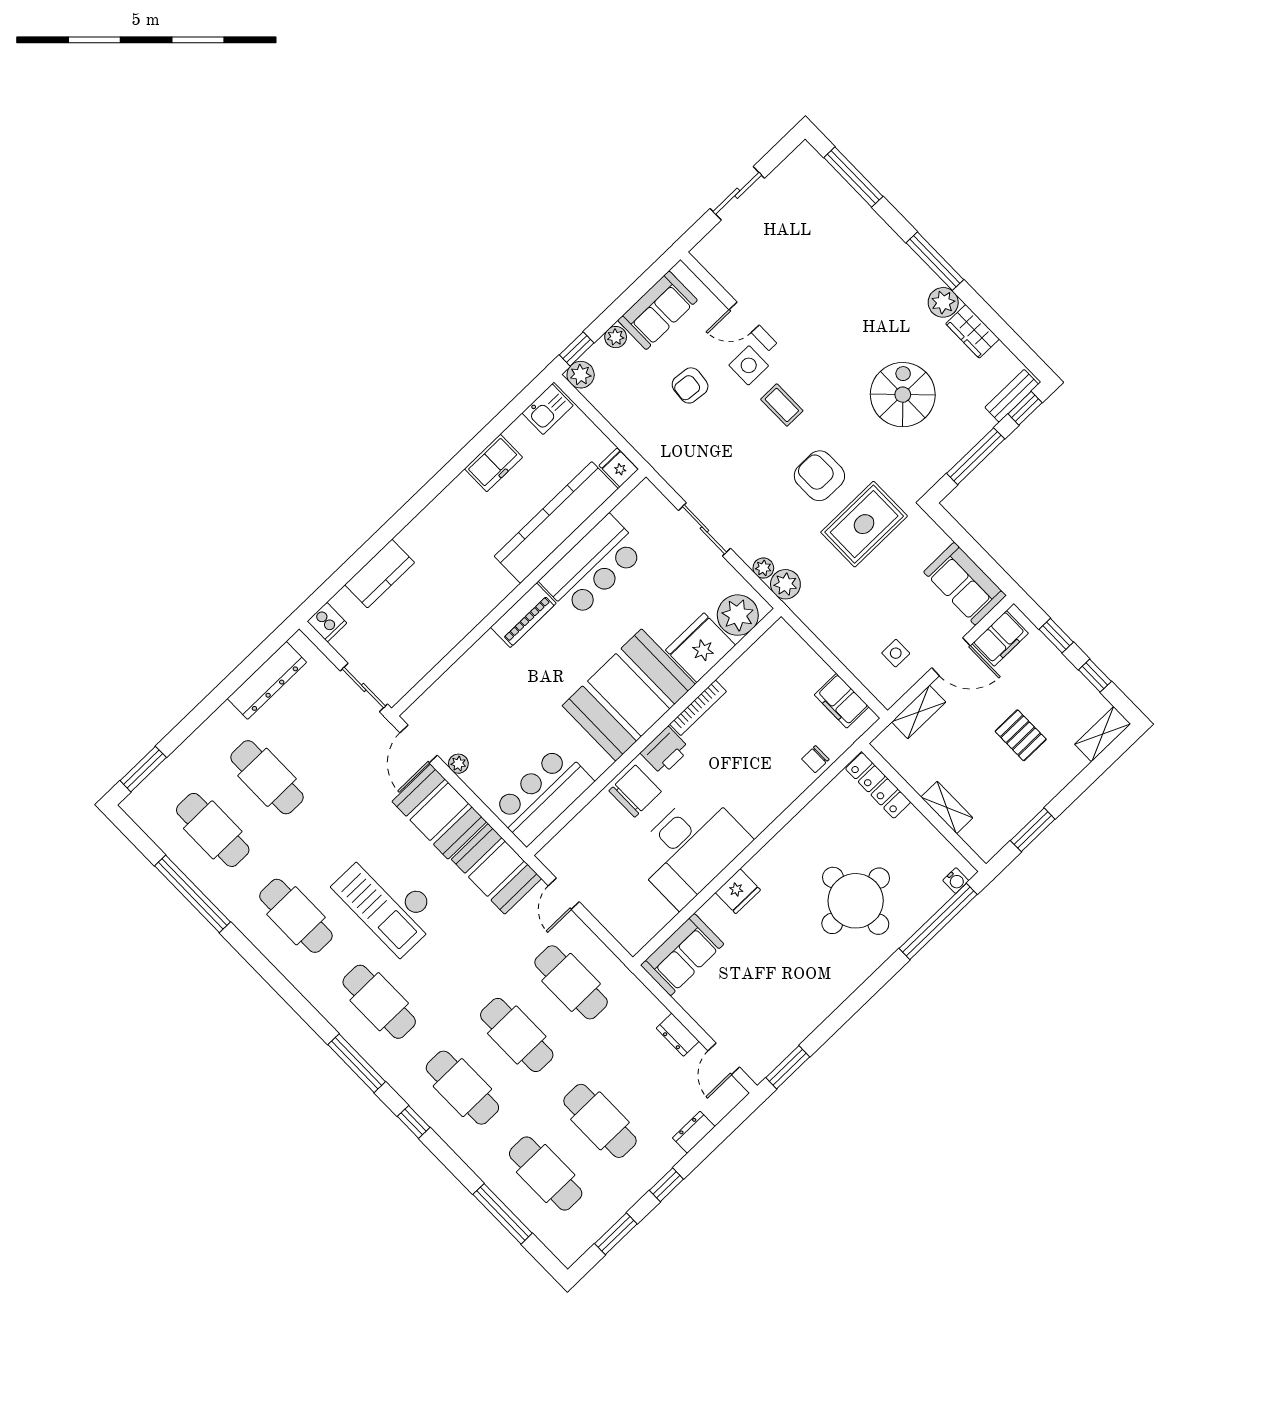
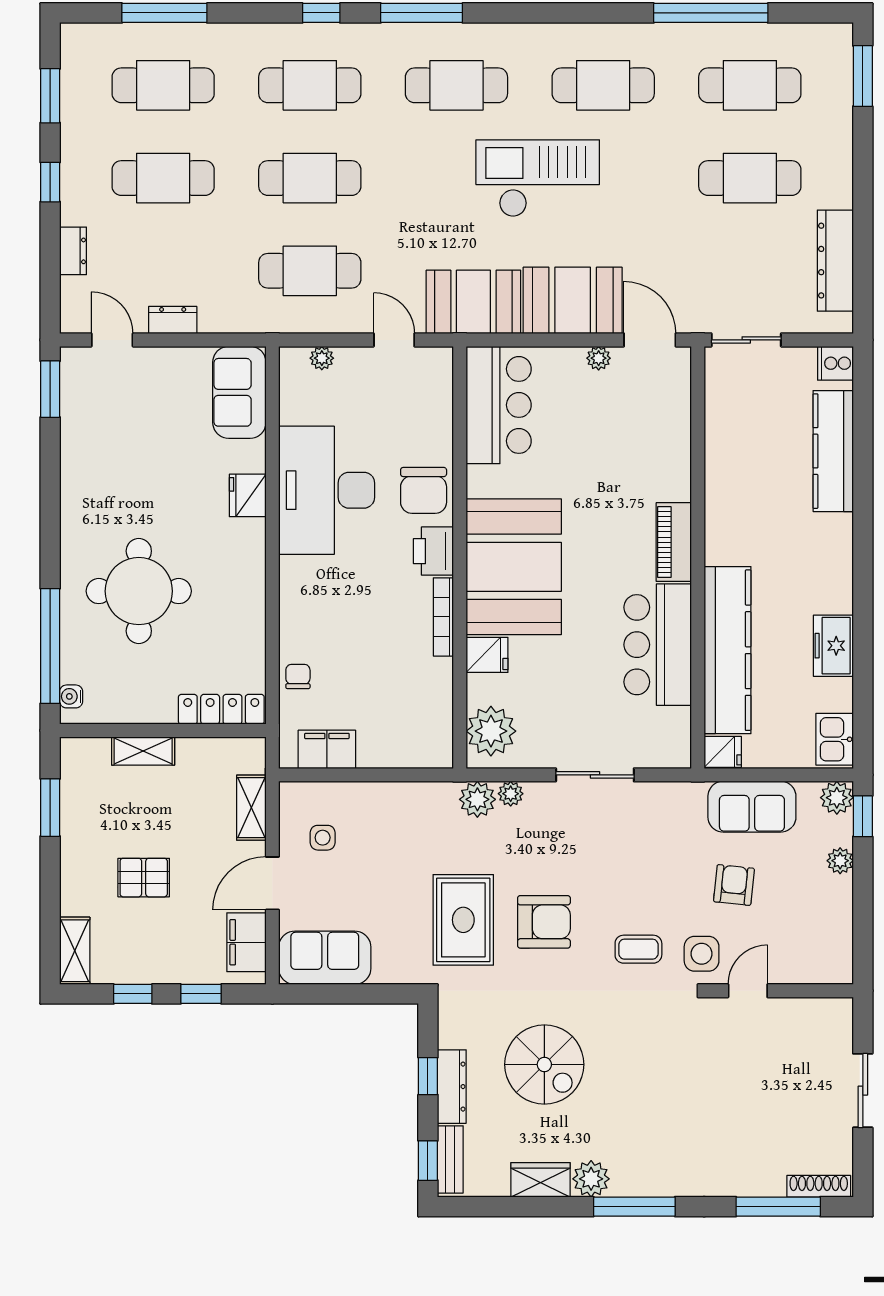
shoe rack: (818, 165) -> (819, 1186), added
sofa: (658, 310) -> (752, 807), moved, turned -90
dresser: (968, 436) -> (452, 1087), added
window: (976, 456) -> (428, 1076), width x0.46
kitchen counter: (380, 574) -> (833, 451), width x1.50
fridge: (701, 648) -> (487, 655), width x0.53, depth x0.75
plant: (615, 926) -> (322, 358), added

